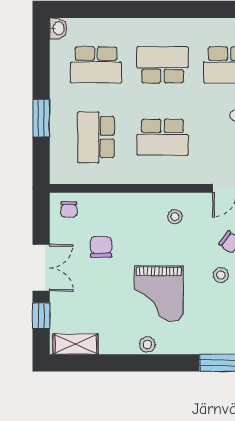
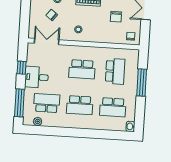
school desk: (96, 65) -> (113, 107), turned 180
window: (41, 118) -> (142, 83), width x1.44
school desk: (163, 137) -> (82, 69), turned 180

